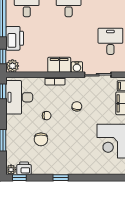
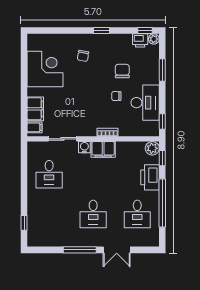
desk: (19, 97) -> (145, 103), moved
chair: (77, 106) -> (83, 56), moved

